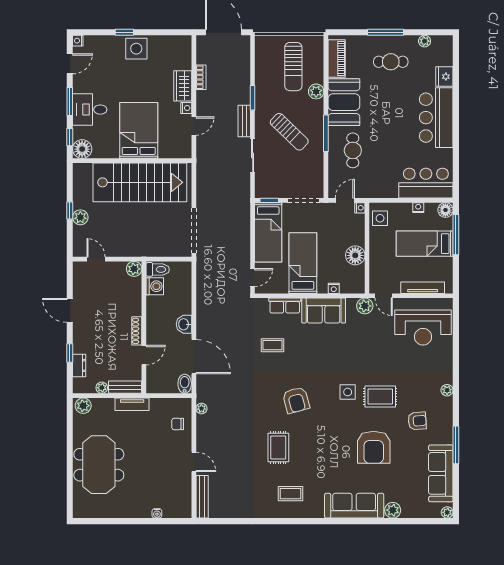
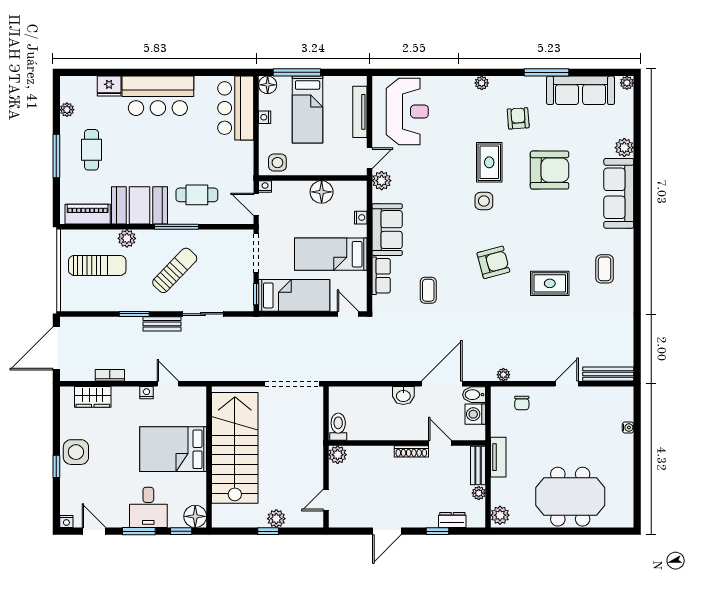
wardrobe: (183, 86) -> (93, 397), moved
washing machine: (155, 286) -> (475, 414), moved, turned -90

